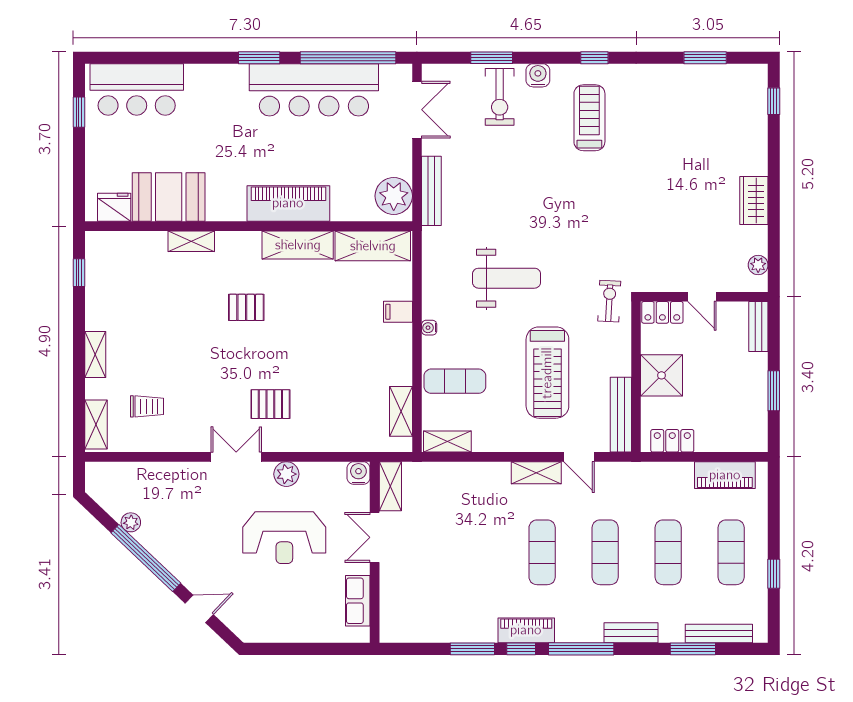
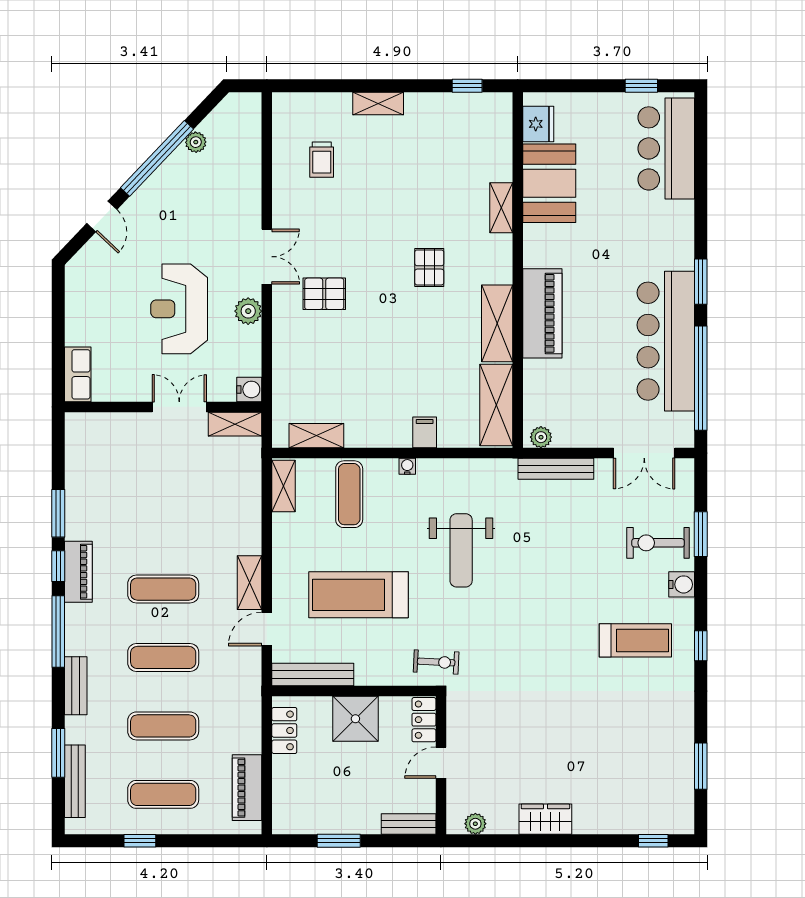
plant: (394, 196) -> (541, 437), width x0.53, depth x0.53
pallet: (270, 404) -> (324, 294), turned 90
shelving: (96, 424) -> (302, 104), removed
row of seats: (358, 601) -> (78, 374), moved, turned 90

